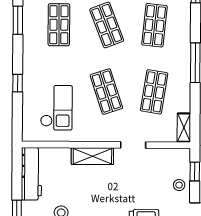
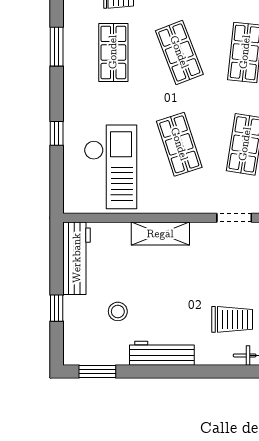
checkout: (56, 108) -> (111, 167), width x1.36, depth x1.21
doorway: (133, 145) -> (234, 218), moved

